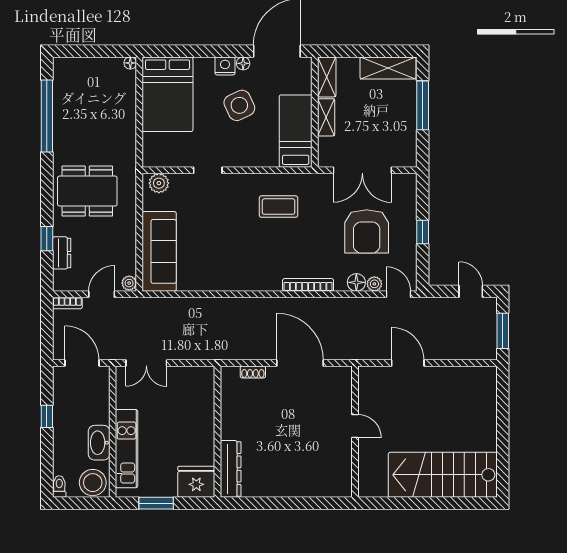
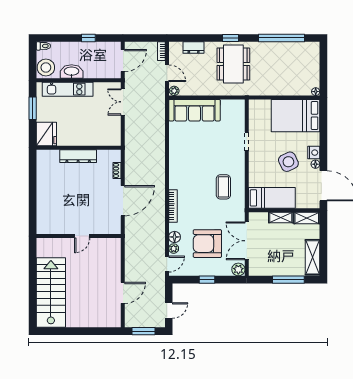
plant: (159, 183) -> (238, 269), moved
window: (47, 239) -> (231, 38), moved
door: (408, 363) -> (123, 293), moved
dresser: (231, 469) -> (78, 156), moved

